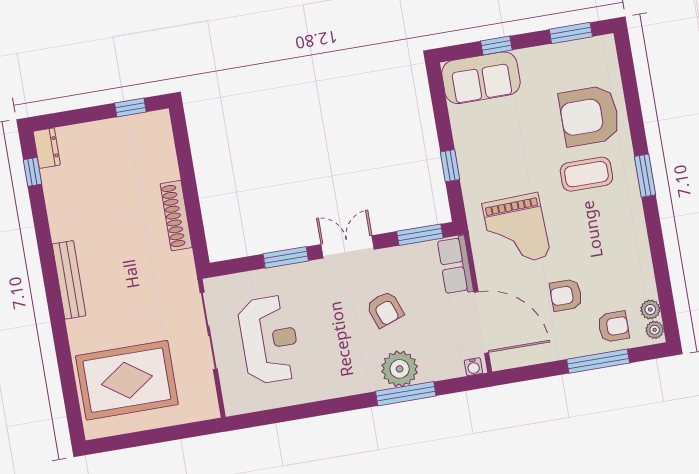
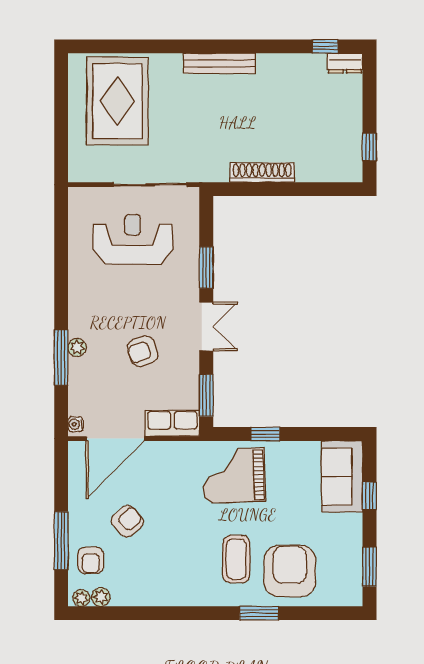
window: (645, 176) -> (259, 613), moved
grand piano: (516, 230) -> (234, 475), moved
armchair: (566, 295) -> (127, 521), turned 48
reception desk: (269, 340) -> (133, 239), turned 180
plant: (400, 369) -> (77, 347), width x0.53, depth x0.53

